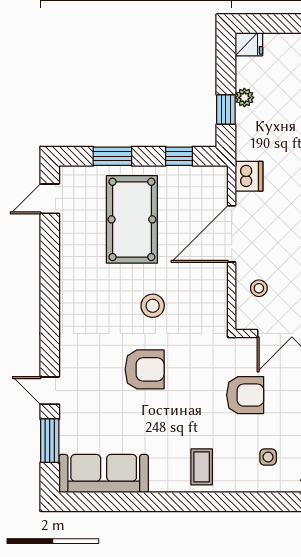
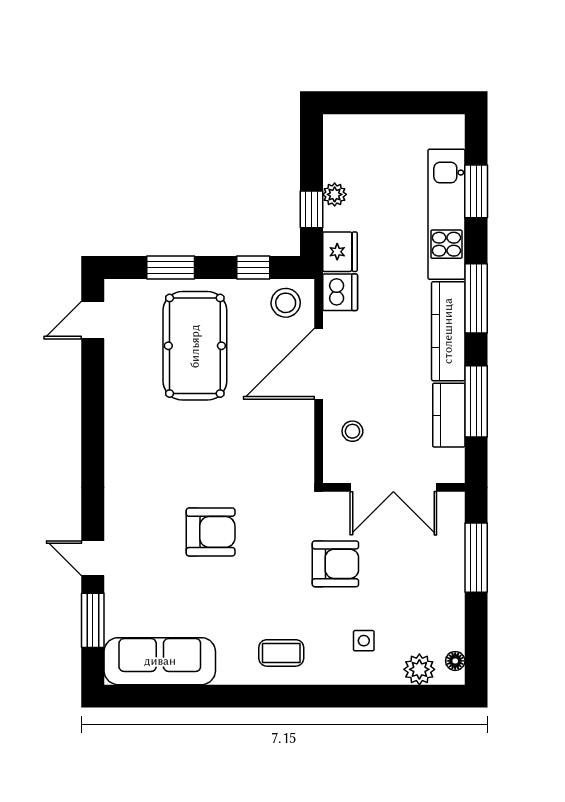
fridge: (249, 44) -> (340, 252), moved, width x1.38
stool: (153, 306) -> (286, 303), moved
coffee table: (202, 467) -> (281, 653), turned 90

